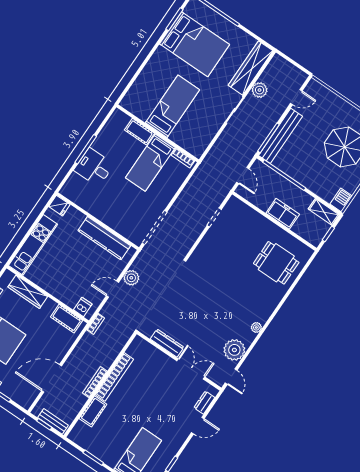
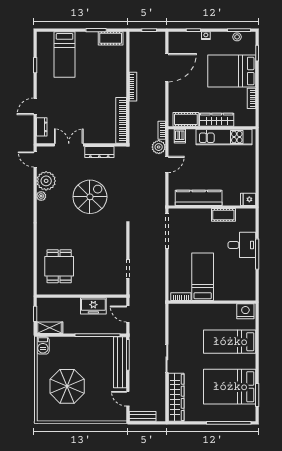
plant: (260, 90) -> (159, 386), removed
door: (296, 97) -> (128, 399), hinge flipped
nightstand: (133, 104) -> (245, 311), added
bed: (172, 106) -> (230, 342), moved, turned 90
cot: (139, 132) -> (223, 215), moved
freezer: (283, 214) -> (93, 306), moved
kitchen unit: (33, 245) -> (224, 137), moved, turned -90
dining table: (276, 263) -> (59, 266), turned 90
plant: (131, 278) -> (159, 147), moved
wardrobe: (28, 292) -> (217, 120), moved
spiral stairs: (204, 308) -> (90, 197), added
plant: (256, 327) -> (41, 196), moved
double door: (191, 369) -> (69, 145), swing flipped
bookcase: (114, 377) -> (121, 120), moved
cot: (93, 411) -> (111, 38), moved, turned 90
bench: (53, 421) -> (143, 416), moved

